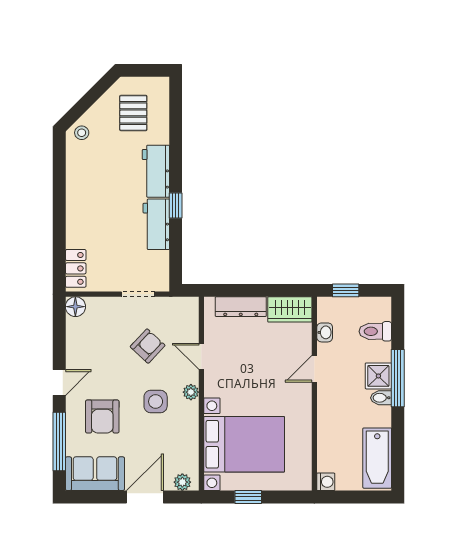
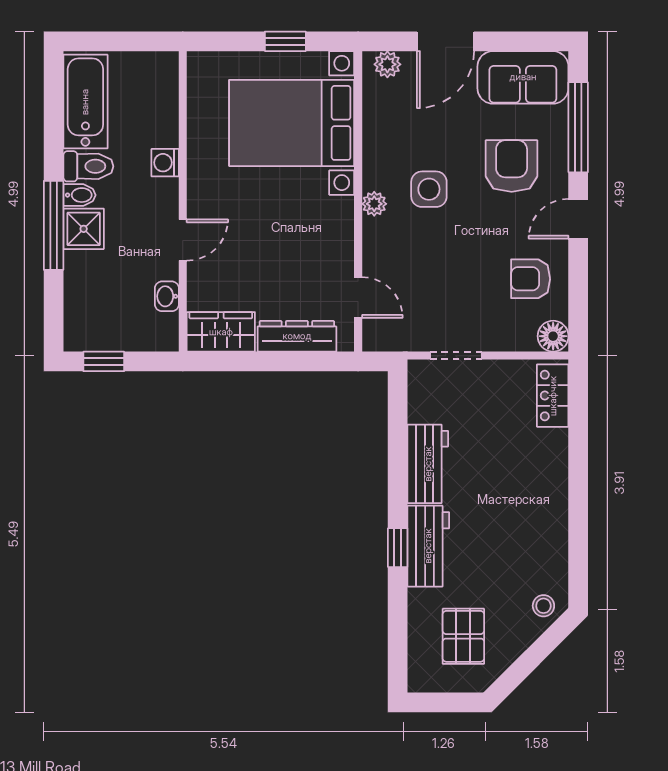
window: (176, 206) -> (398, 548), moved
window: (346, 290) -> (104, 361), moved
toilet: (375, 331) -> (88, 166), moved
armchair: (148, 346) -> (531, 279), moved, turned 47
door: (201, 356) -> (358, 298), moved
washing machine: (326, 482) -> (165, 163), moved

